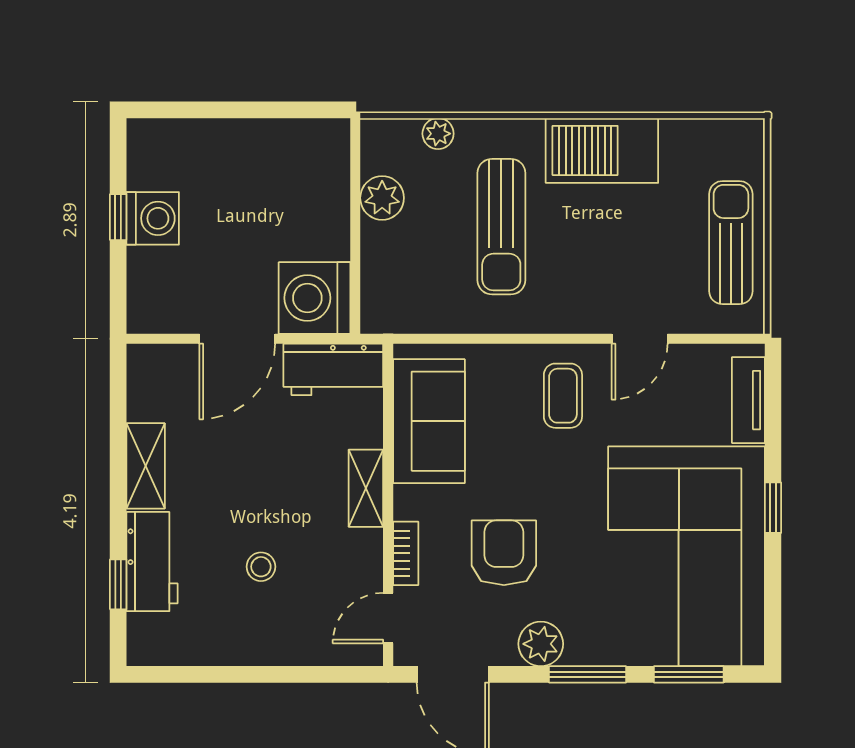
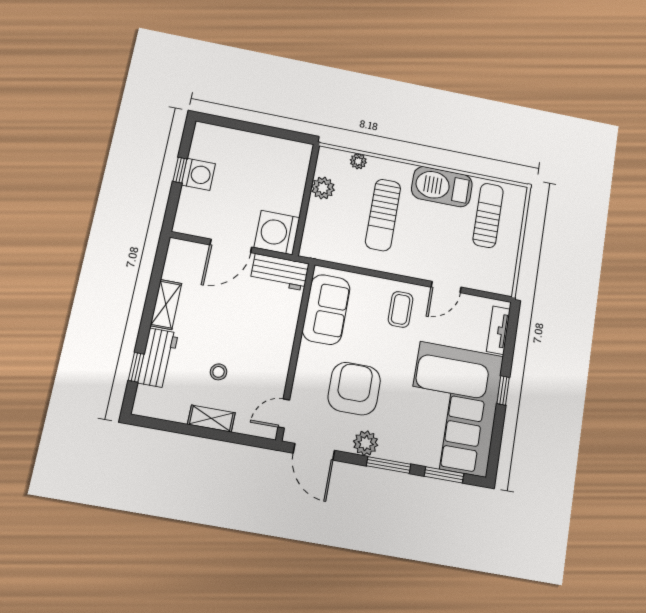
sun lounger: (731, 243) -> (488, 215), moved
shelving: (366, 488) -> (211, 418), moved, turned 90
bookcase: (406, 553) -> (300, 379), removed
armchair: (504, 553) -> (354, 389), width x1.36, depth x1.36

